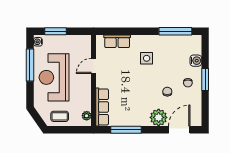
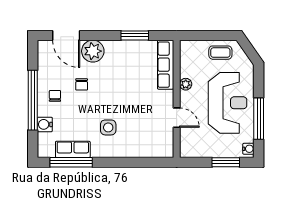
row of seats: (117, 41) -> (73, 149), moved
door: (94, 66) -> (177, 118), hinge flipped
window: (205, 80) -> (33, 100), width x2.11
plant: (87, 116) -> (186, 84), moved
window: (126, 130) -> (135, 35), width x0.69
door: (179, 130) -> (66, 35), hinge flipped

